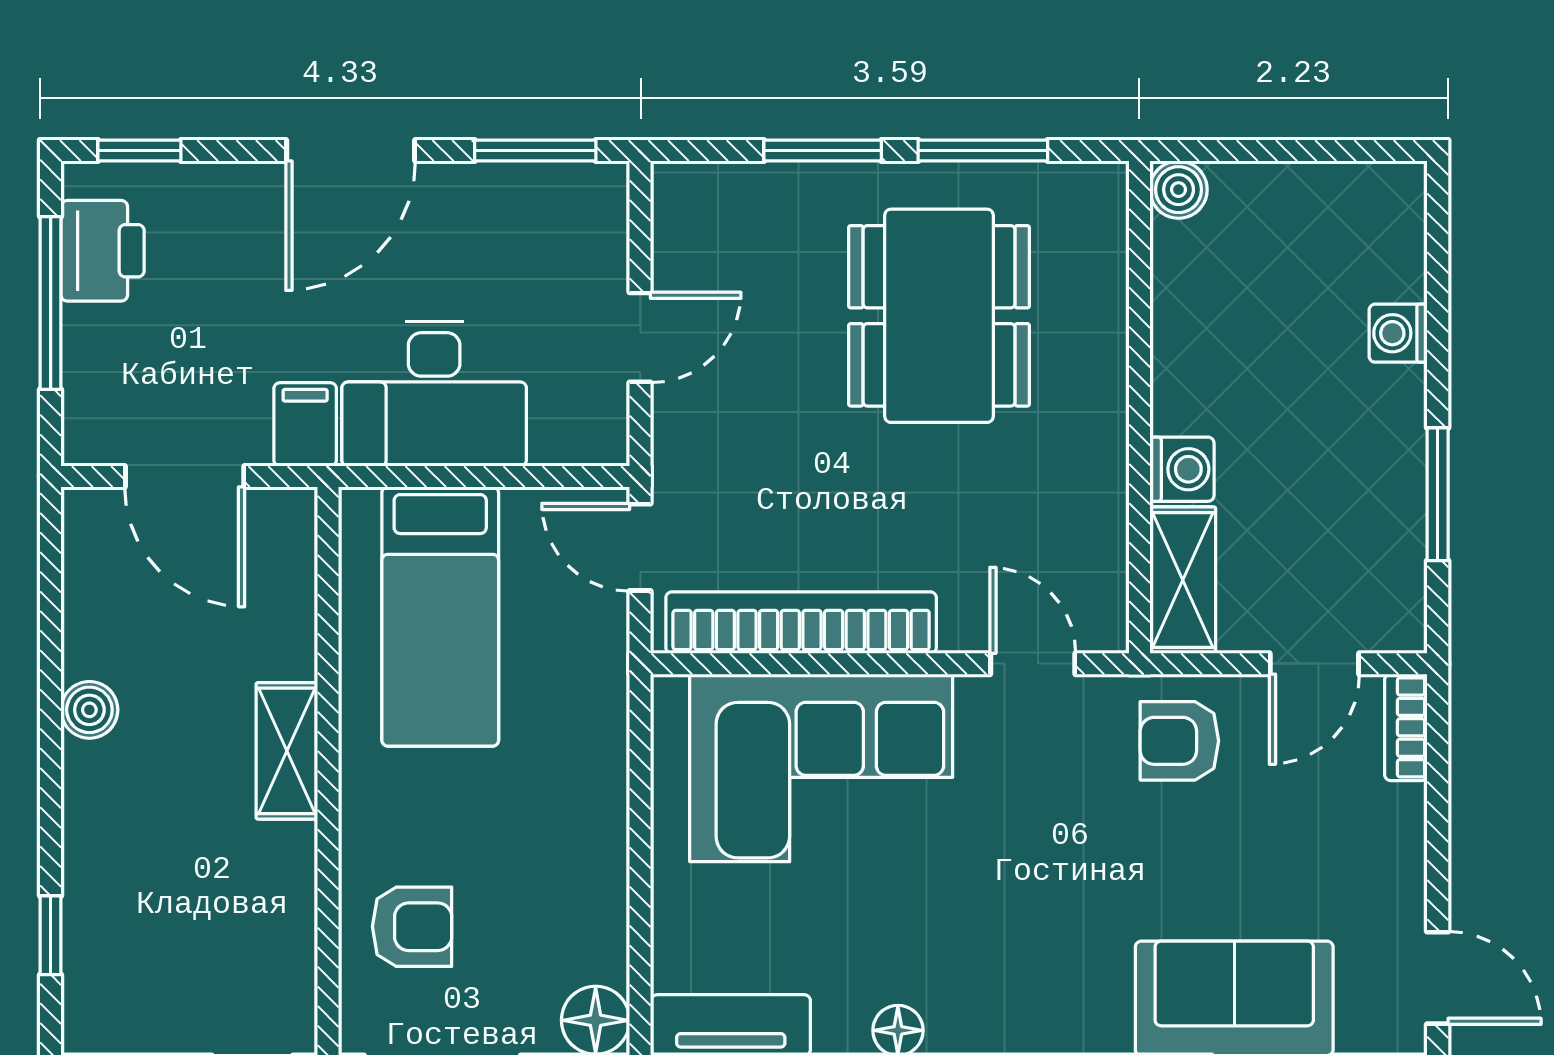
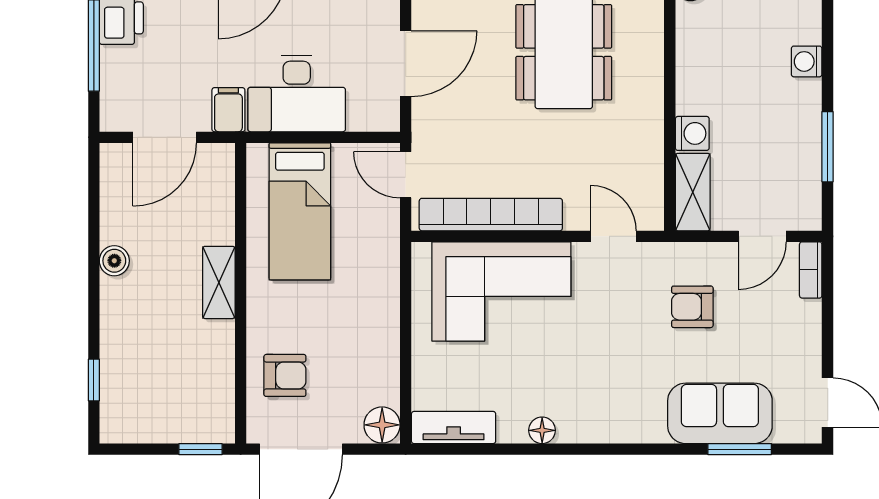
door: (640, 337) -> (406, 64), width x1.38
door: (185, 476) -> (165, 137), hinge flipped
armchair: (1179, 741) -> (692, 307), moved

